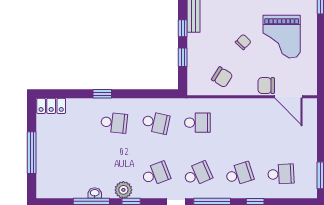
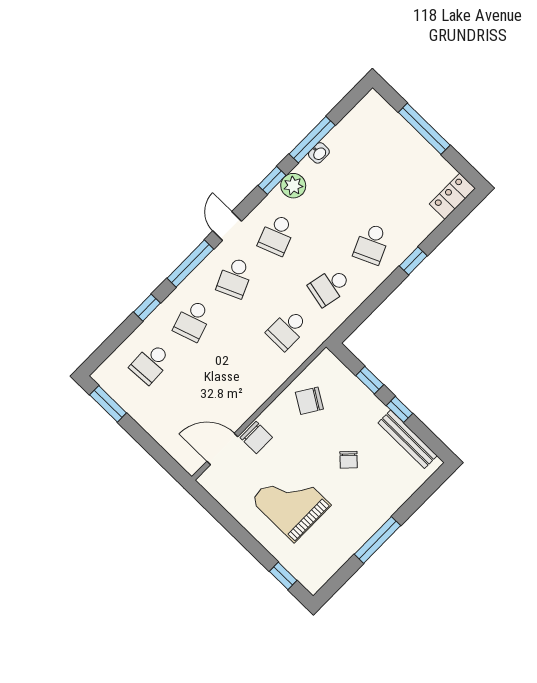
chair: (243, 42) -> (349, 460), moved
chair: (266, 86) -> (256, 437), turned 90
school desk: (114, 123) -> (372, 244), turned -30

